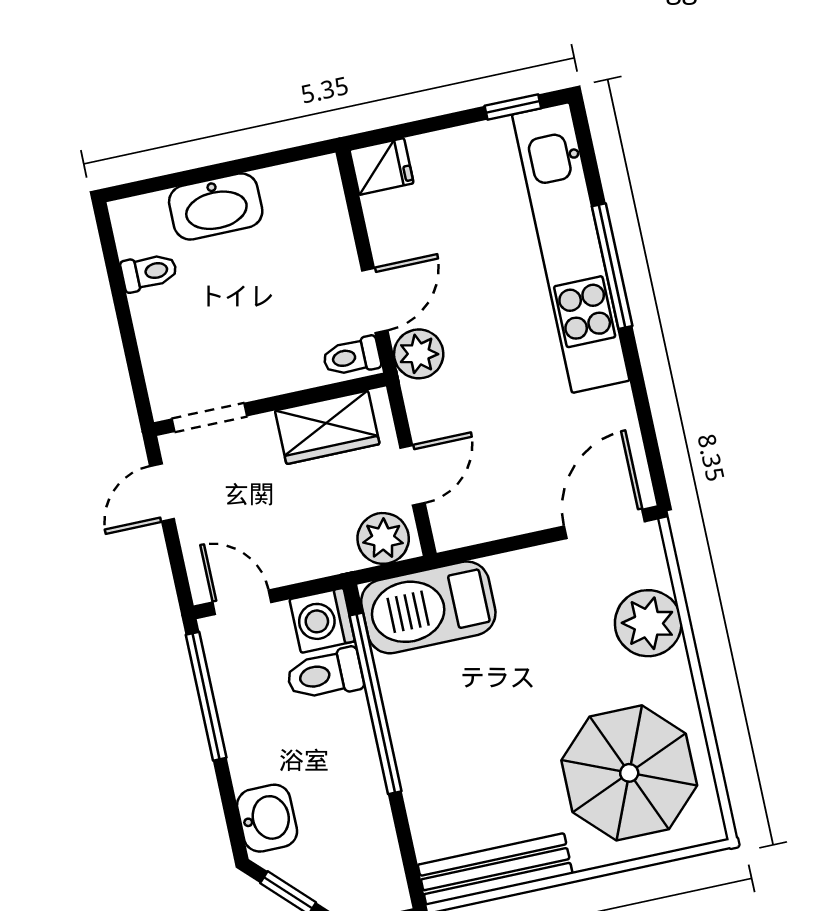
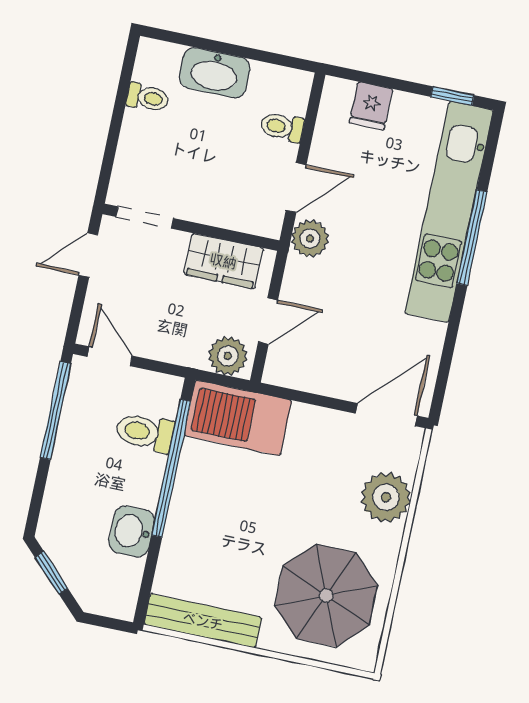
fridge: (382, 167) -> (371, 106), moved, turned 90
toilet: (352, 357) -> (282, 127), moved
washing machine: (322, 620) -> (160, 394), removed
washbasin: (267, 818) -> (132, 531), moved, turned 180

